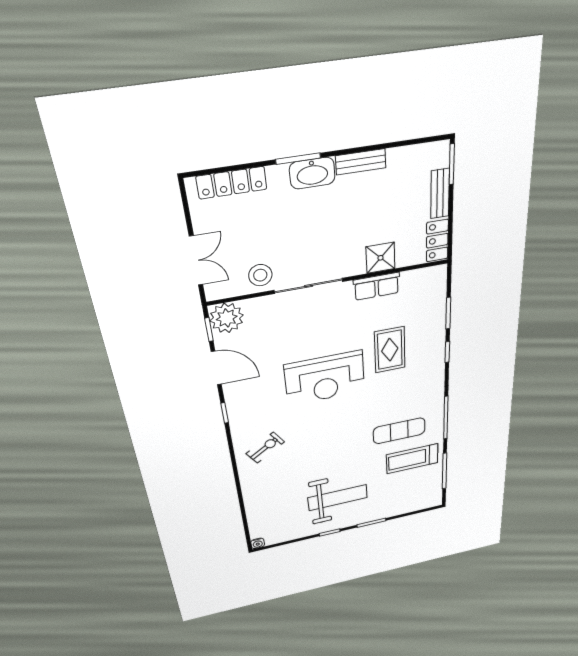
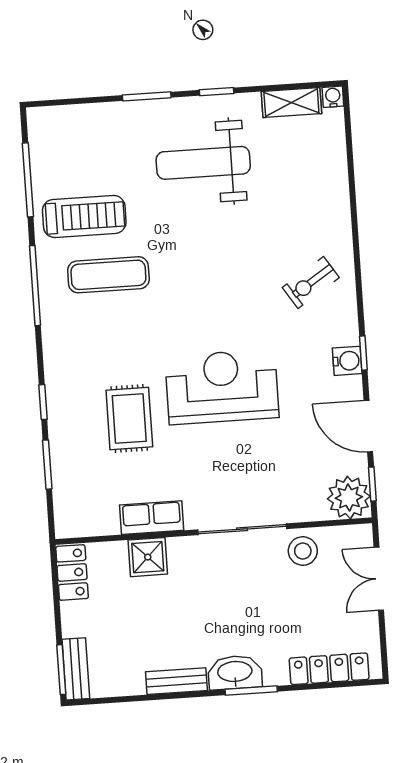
bench: (440, 194) -> (76, 669), moved
water cooler: (236, 407) -> (347, 361), added
shelving: (283, 536) -> (291, 103), added

